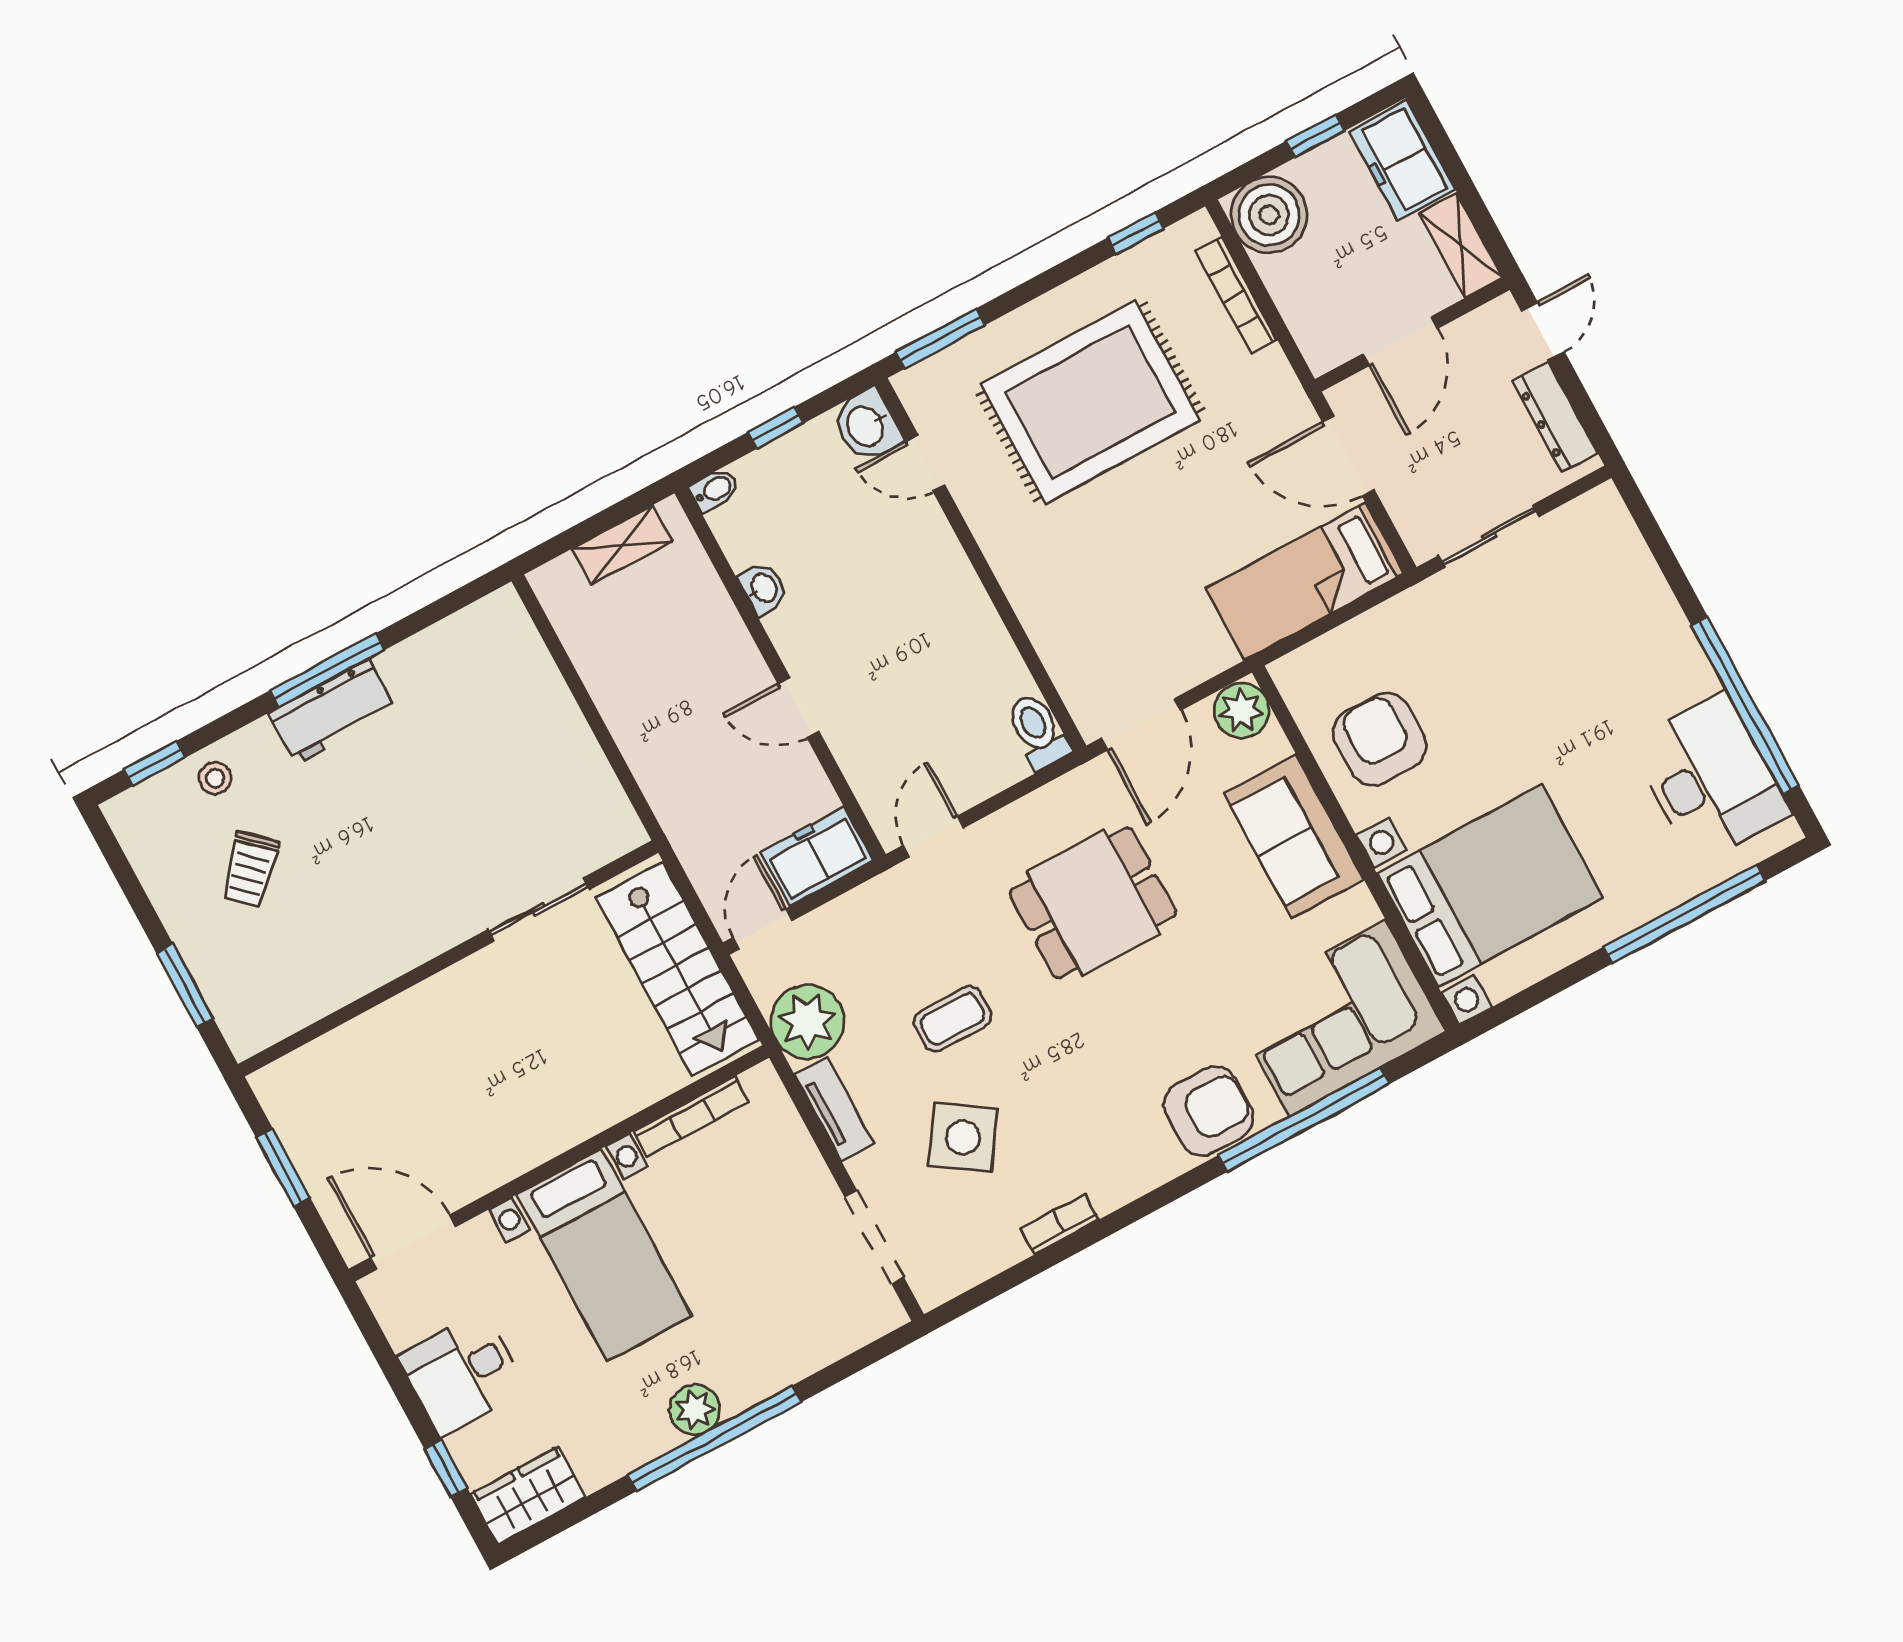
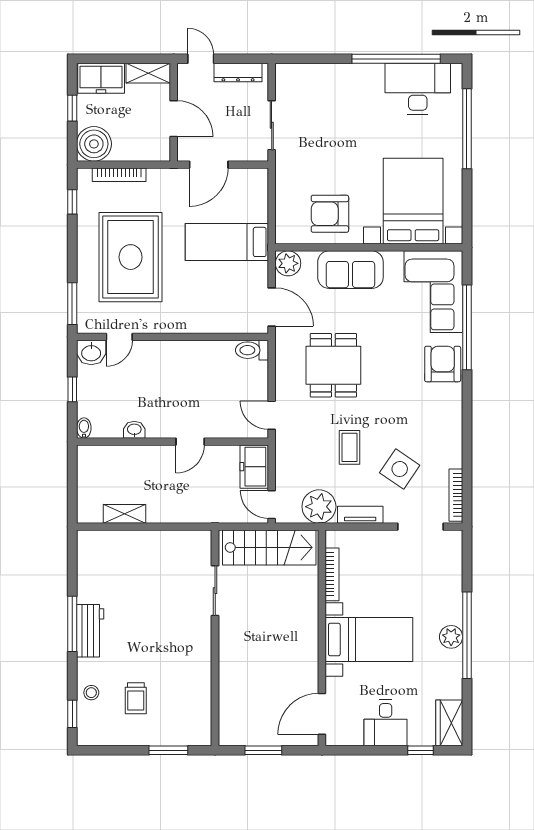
shelving: (622, 545) -> (125, 514), moved, turned 90
bed: (1305, 581) -> (227, 242), moved, turned 90
trolley: (250, 869) -> (136, 698), turned 47
bookcase: (1060, 1224) -> (456, 495), moved, width x1.56

